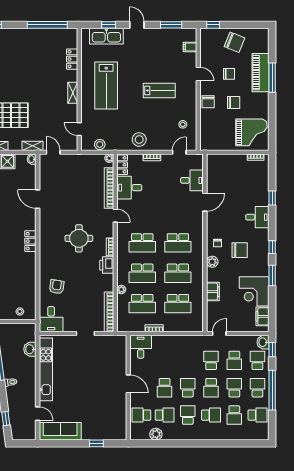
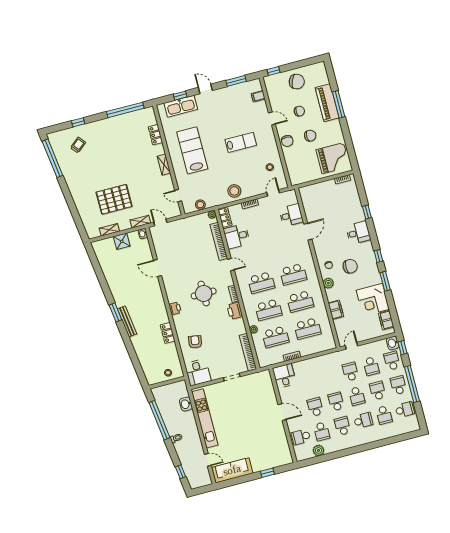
lab bench: (106, 86) -> (192, 150), turned 180
locker: (30, 241) -> (168, 333), moved
printer: (45, 246) -> (175, 308), added
school desk: (165, 388) -> (315, 407), turned 180
school desk: (165, 415) -> (322, 431), turned 90

